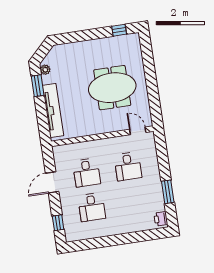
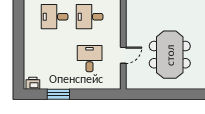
door: (138, 131) -> (123, 55), moved
desk: (128, 166) -> (90, 59), turned 90

